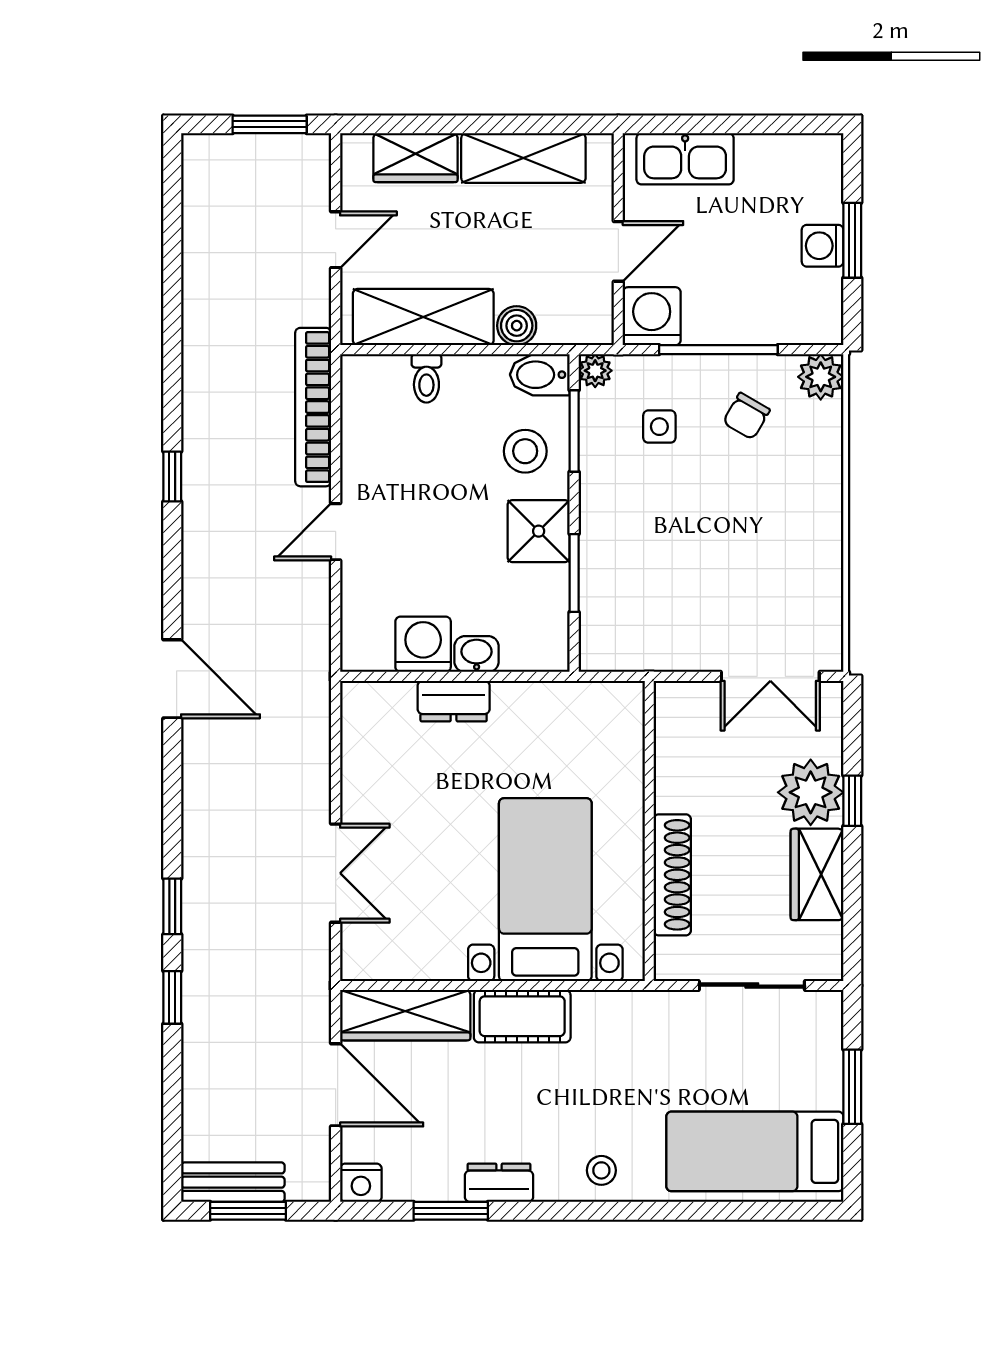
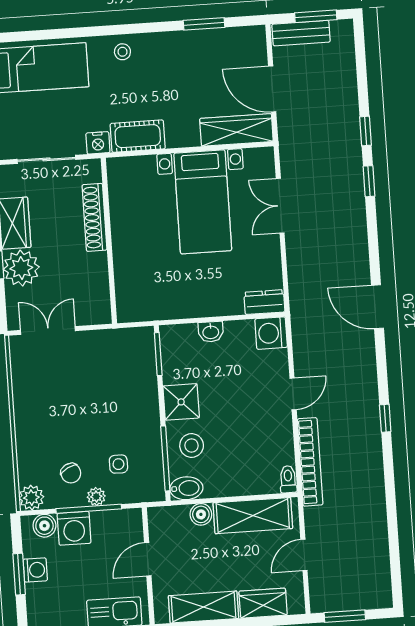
washing machine: (652, 316) -> (74, 528), moved
boiler: (801, 325) -> (44, 526), added
plant: (595, 371) -> (96, 497), moved
toilet: (426, 378) -> (288, 479), moved
chair: (746, 416) -> (71, 473), turned 122
window: (574, 431) -> (165, 458), width x1.44
window: (574, 573) -> (158, 354), moved
washing machine: (423, 644) -> (271, 333), moved, turned 90
dresser: (454, 701) -> (264, 302), moved
bed with nightstands: (545, 890) -> (203, 202), moved
cot: (522, 1016) -> (138, 136), moved
bench: (233, 1182) -> (301, 33), moved
nightstand: (361, 1183) -> (98, 143), moved, turned 180
dresser: (499, 1183) -> (178, 41), removed

